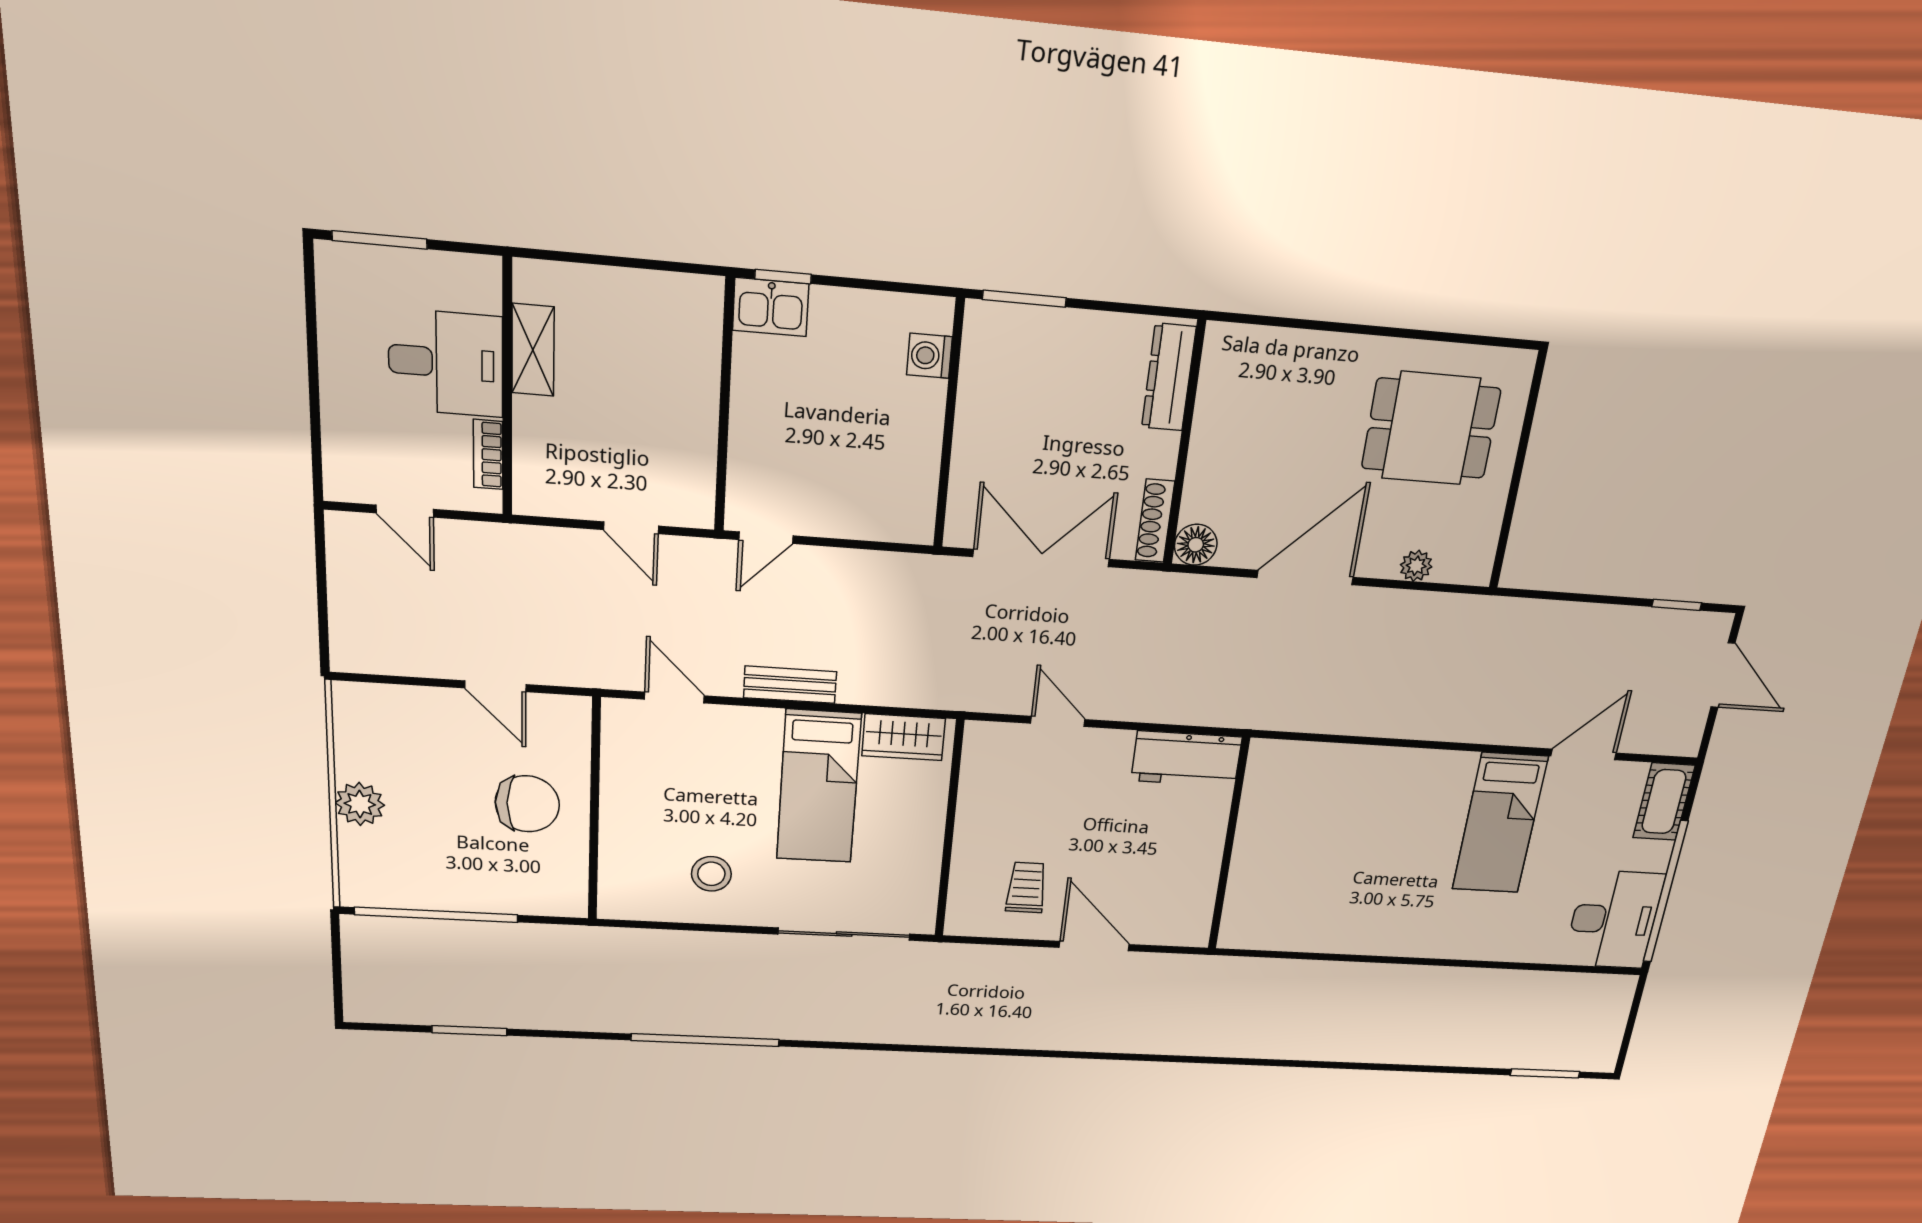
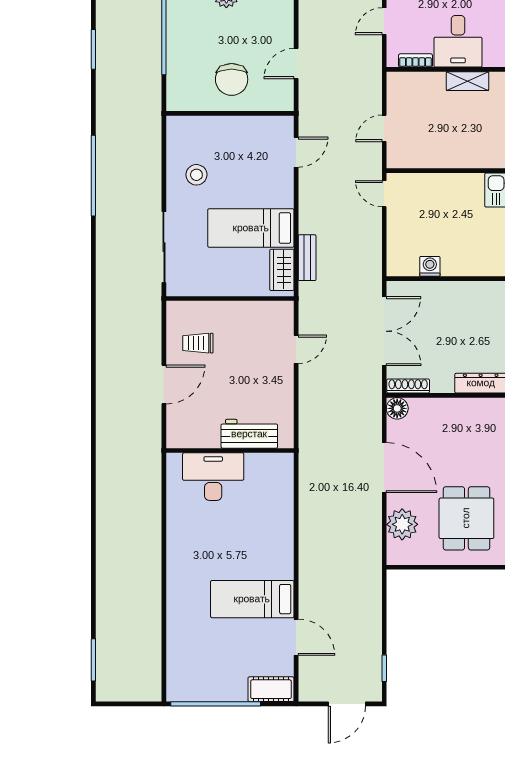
washing machine: (929, 356) -> (430, 266), moved
plant: (1416, 566) -> (402, 524), width x1.88, depth x1.88
bench: (790, 685) -> (307, 258), moved
workbench: (1186, 759) -> (249, 434), moved, turned 90
trolley: (1026, 888) -> (198, 343), turned 180
desk: (1614, 920) -> (213, 477), moved, turned 180

